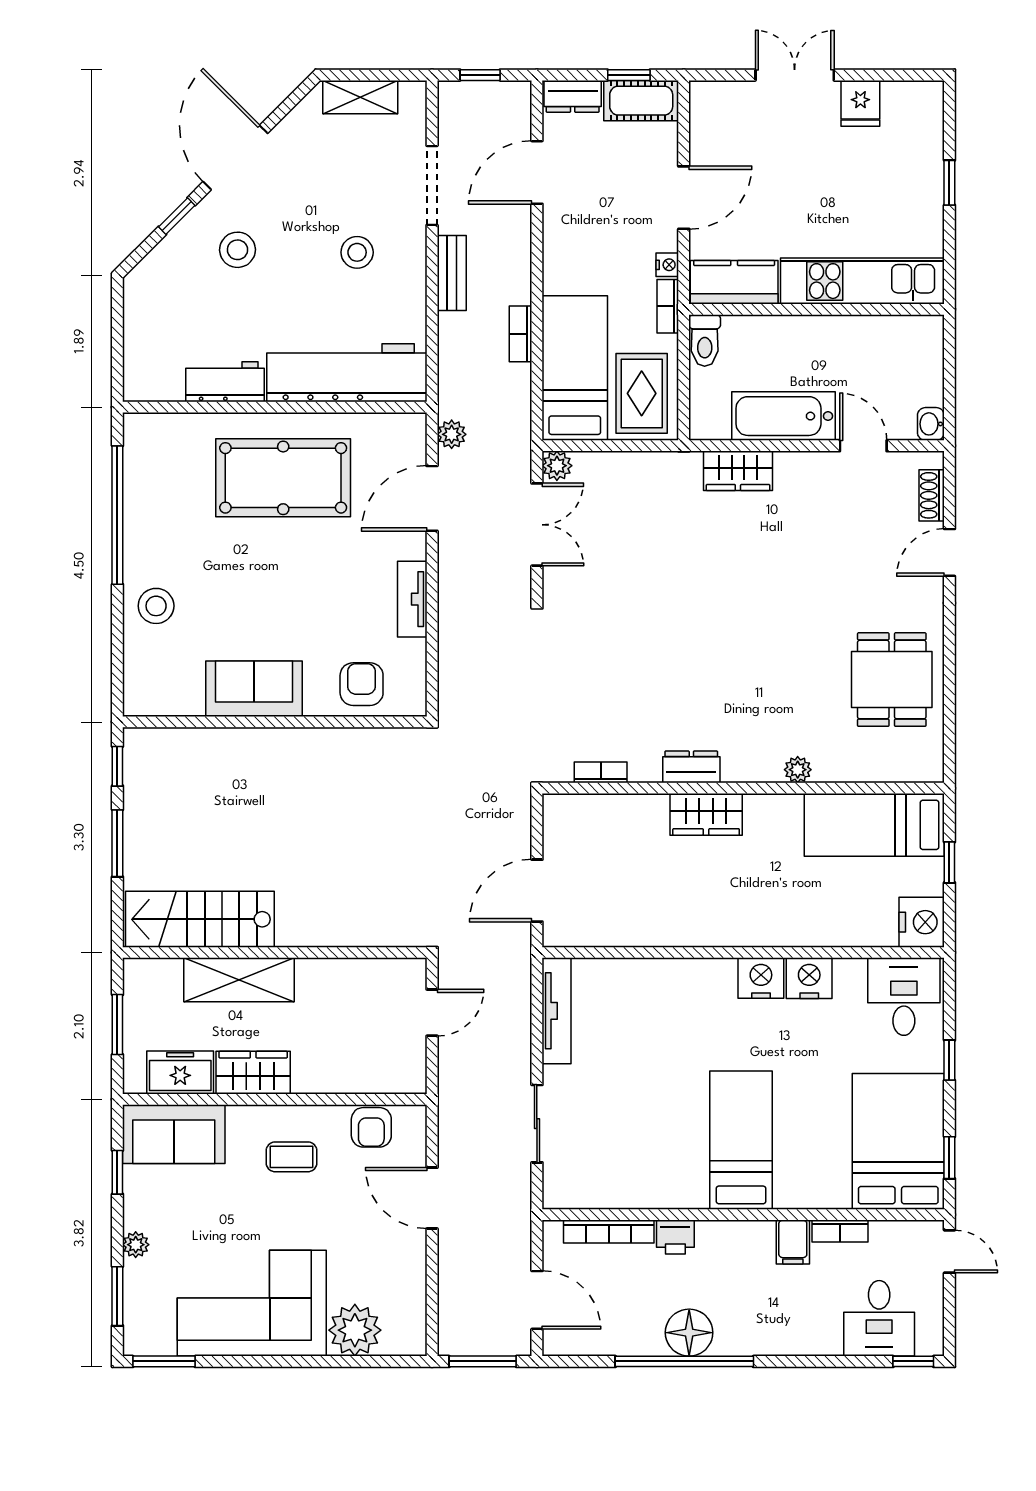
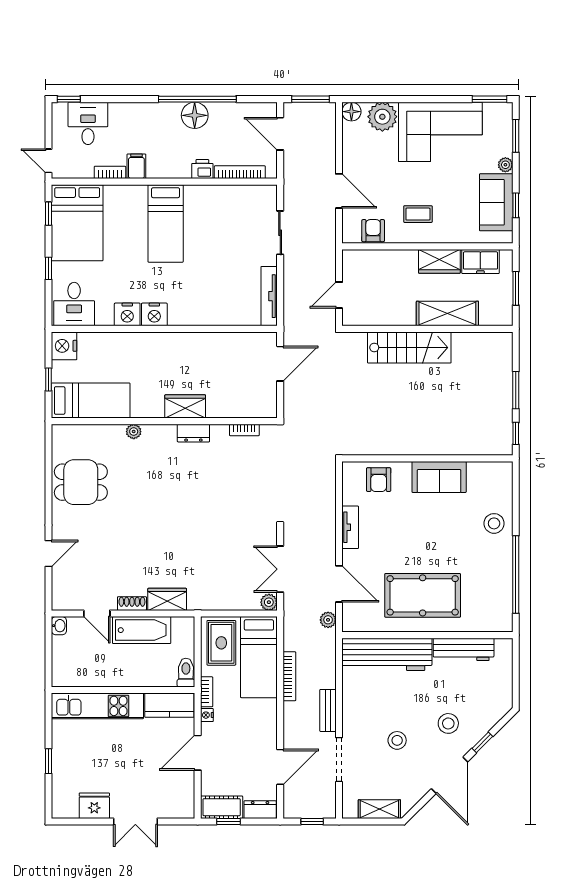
fridge: (860, 103) -> (94, 806), width x1.38
stool: (357, 252) -> (397, 740), moved
bookcase: (520, 334) -> (289, 676), width x1.56
workbench: (225, 382) -> (464, 649), width x1.37
shoe rack: (932, 495) -> (132, 604), moved, turned -90
door: (432, 498) -> (339, 584), hinge flipped
dining table: (892, 680) -> (81, 482), turned 90
stairs: (200, 919) -> (409, 347), moved
sofa: (174, 1134) -> (496, 202), moved, turned -90
floor lamp: (410, 1339) -> (351, 112), added

